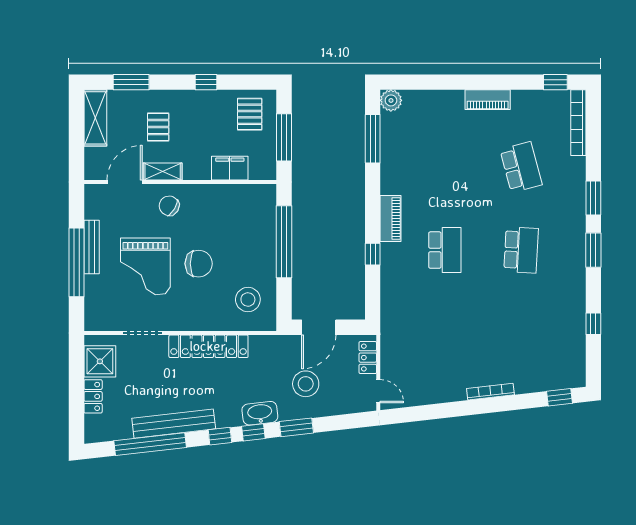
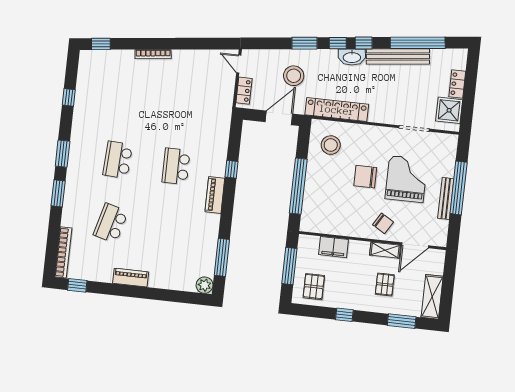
school desk: (521, 167) -> (111, 223), turned 30
locker: (208, 346) -> (337, 110), moved
washbasin: (260, 413) -> (352, 57), moved

